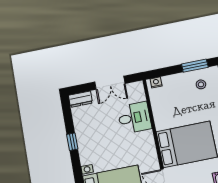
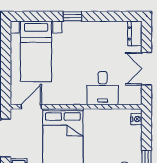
window: (72, 142) -> (72, 16), moved

